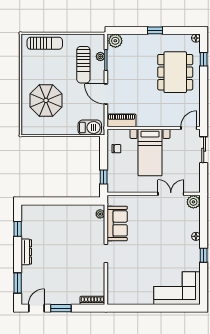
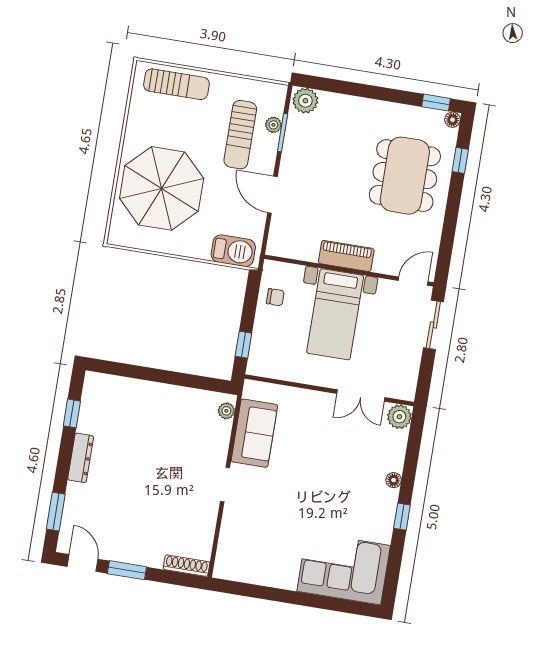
window: (155, 30) -> (436, 103), moved
parasol: (46, 100) -> (162, 188), width x1.36, depth x1.36
piano: (121, 120) -> (346, 256), moved
double door: (171, 194) -> (361, 396), swing flipped
door: (36, 308) -> (83, 563), hinge flipped

